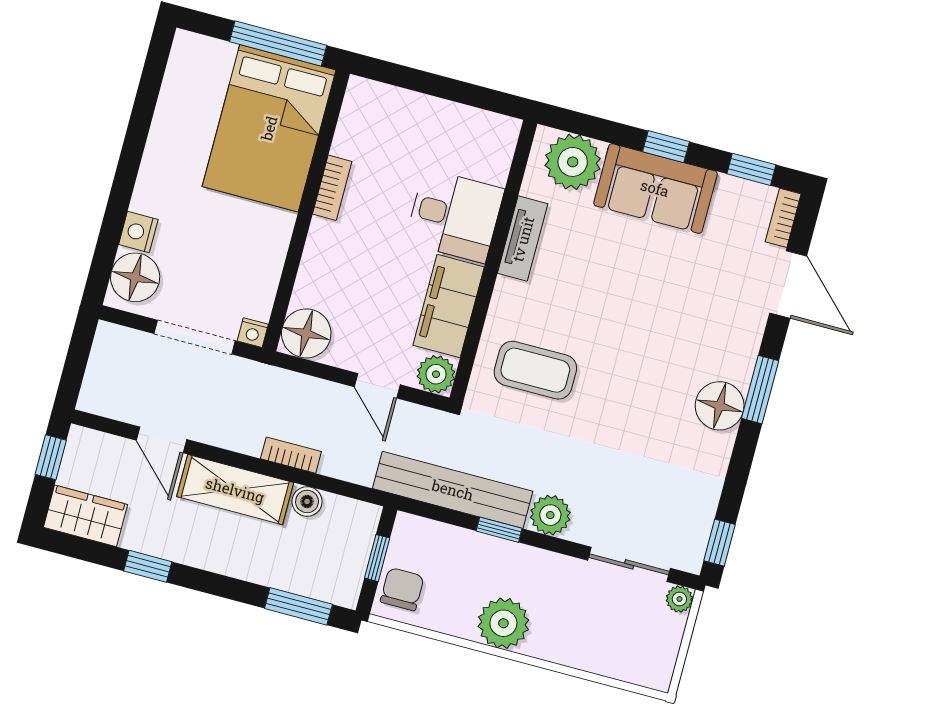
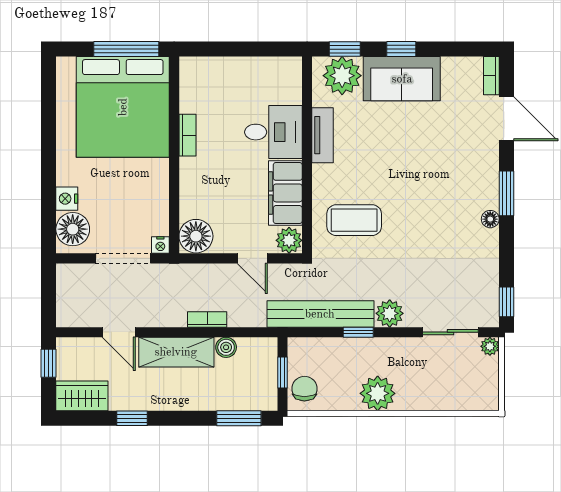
bed: (269, 128) -> (123, 107), width x1.36
window: (751, 169) -> (345, 49), moved
floor lamp: (720, 406) -> (490, 219), width x0.53, depth x0.53

